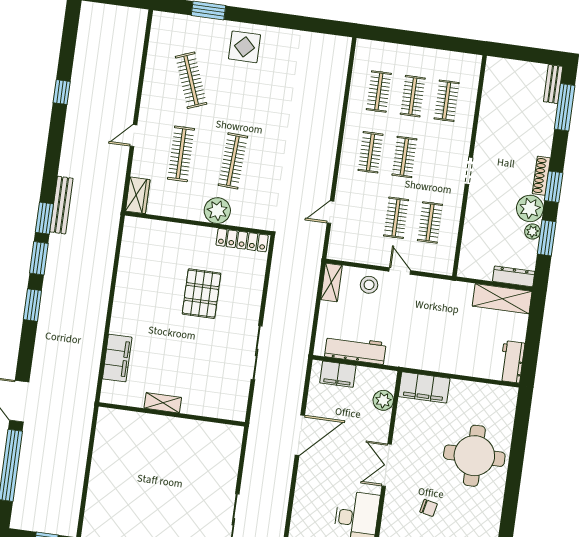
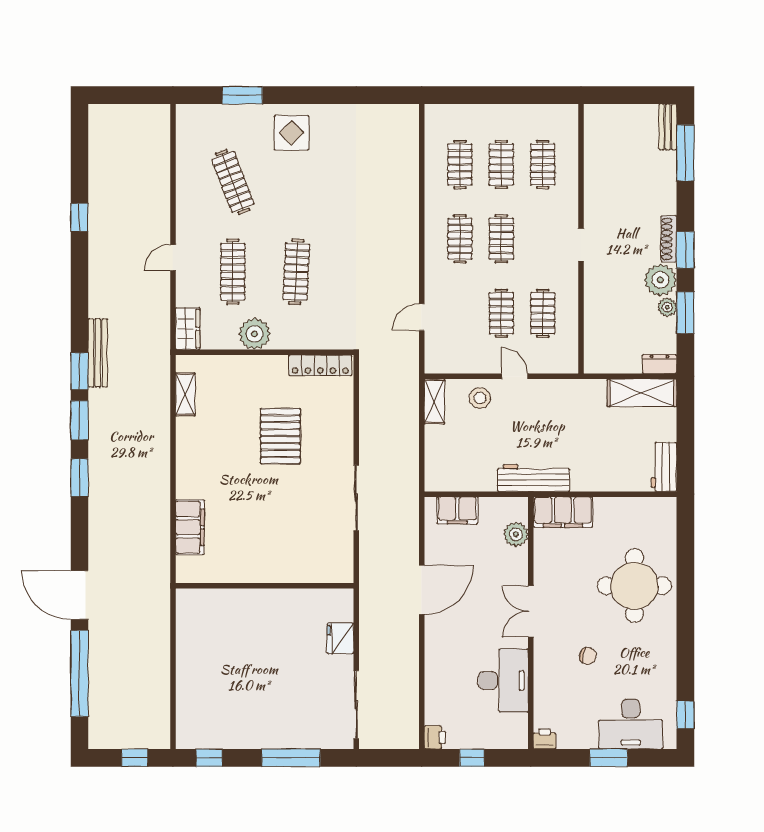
plant: (217, 211) -> (255, 334), moved
dresser: (514, 276) -> (660, 364), width x0.70
workbench: (355, 350) -> (534, 478), moved
shelving: (163, 403) -> (185, 394), moved, turned 90
fridge: (228, 466) -> (340, 638), added

